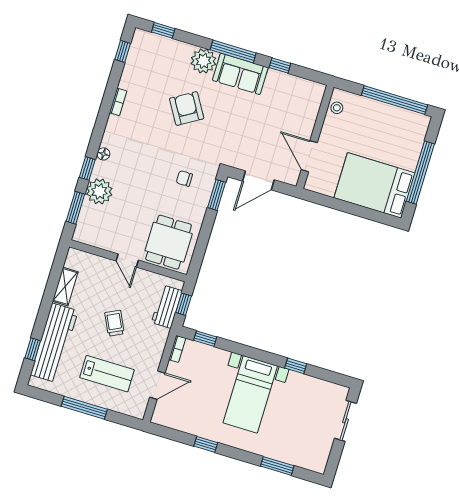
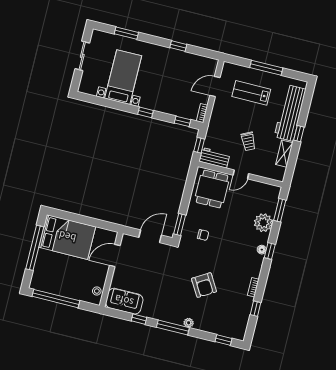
window: (123, 51) -> (255, 309), moved
plant: (203, 61) -> (189, 323), width x0.53, depth x0.53
sofa: (240, 74) -> (124, 301), moved
door: (309, 156) -> (115, 255), swing flipped
window: (87, 168) -> (270, 251), moved
door: (127, 261) -> (241, 174), swing flipped
workbench: (167, 307) -> (214, 158), moved, turned -90
trolley: (114, 323) -> (248, 141), moved
window: (33, 349) -> (299, 134), moved
window: (296, 366) -> (146, 112), moved
bed with nightstands: (250, 394) -> (123, 77), moved
sliding door: (345, 421) -> (82, 56), moved

